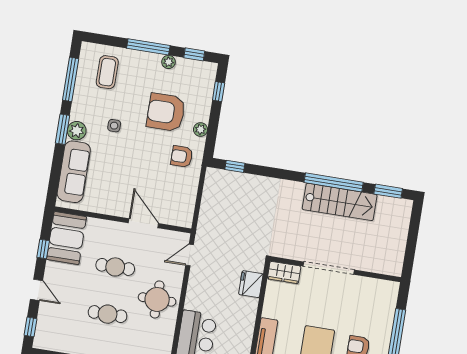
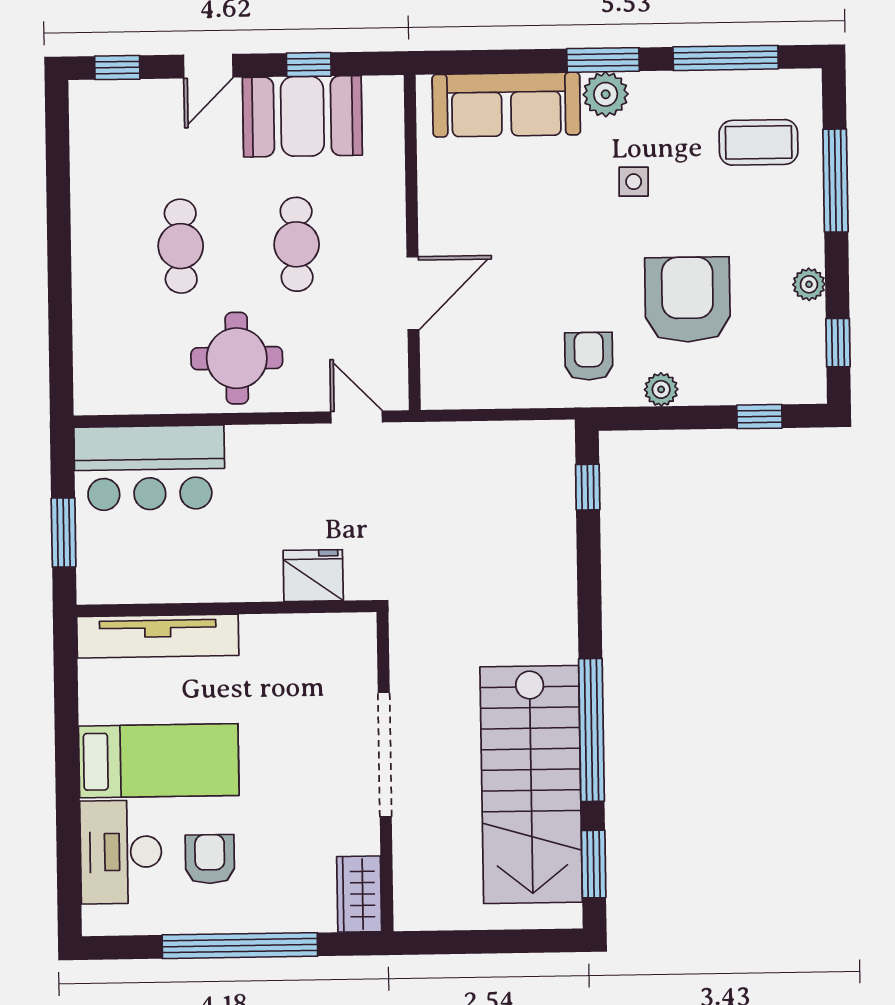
window: (148, 47) -> (835, 181), moved
stairs: (340, 202) -> (531, 785), width x1.36, depth x1.51
booth: (66, 238) -> (302, 116), moved
wardrobe: (284, 272) -> (359, 894), moved

